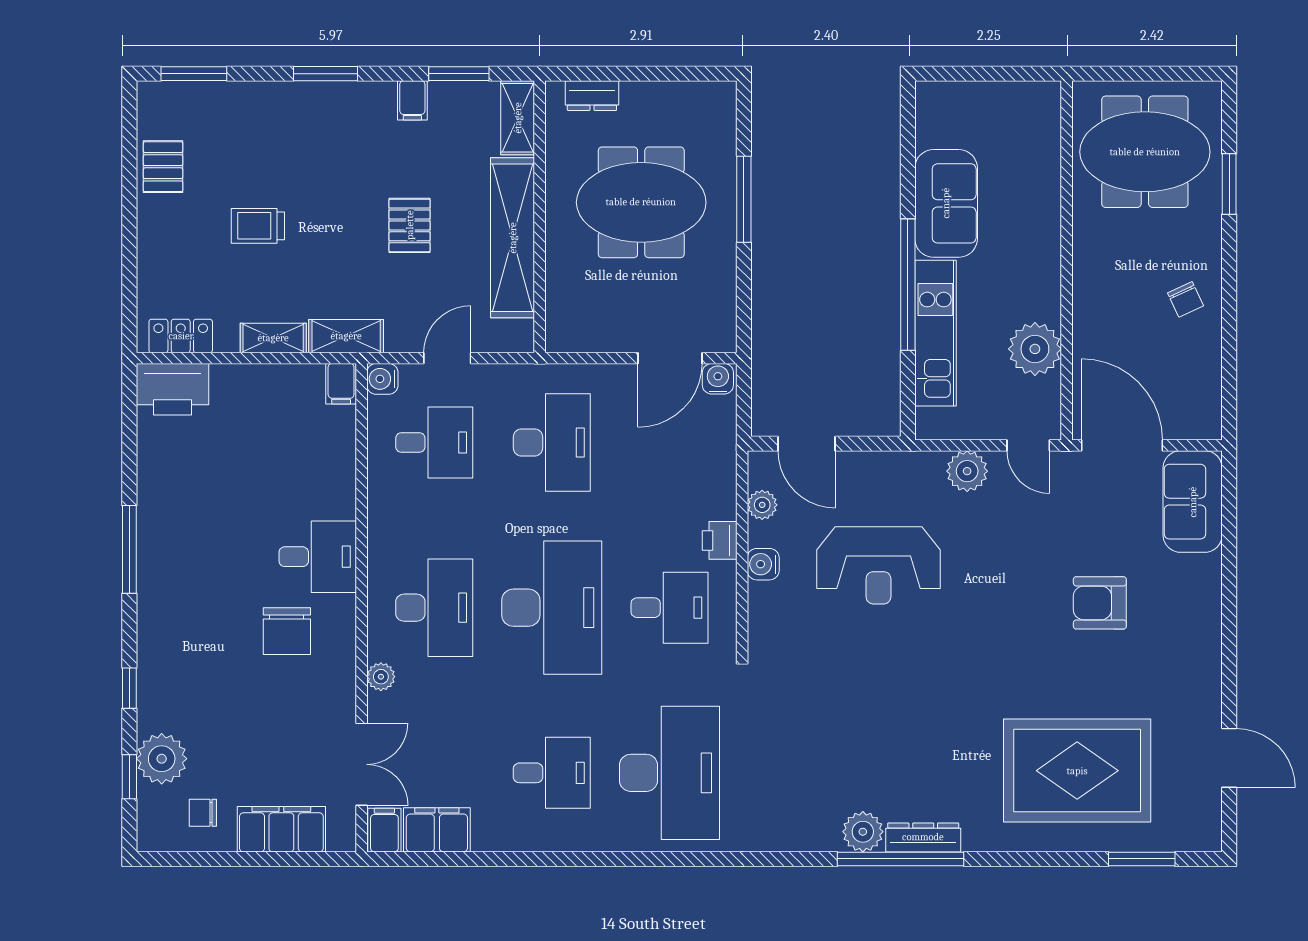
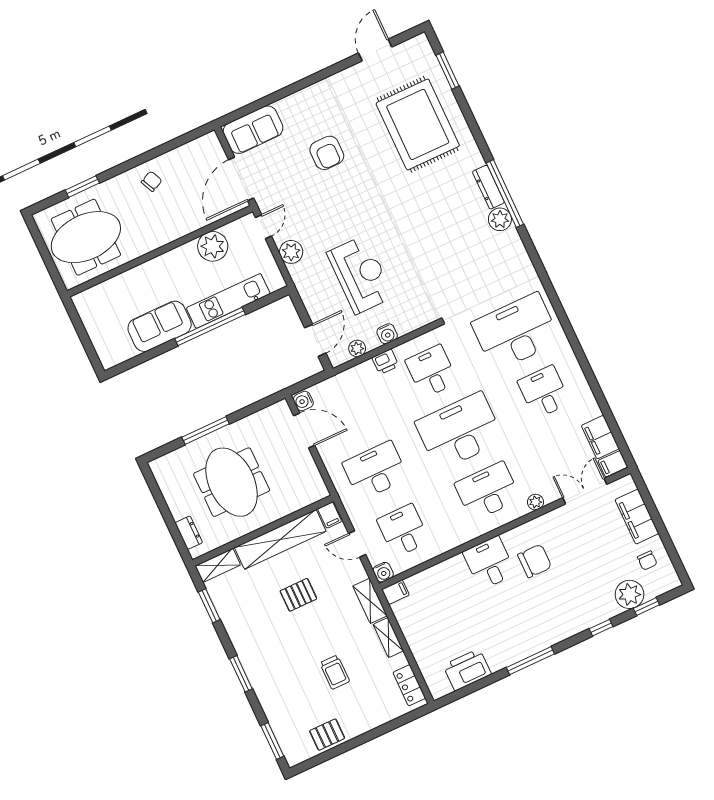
filing cabinet: (412, 100) -> (330, 515), moved, turned 90
meeting table: (1145, 152) -> (86, 237), turned 90
printer: (172, 389) -> (467, 670), moved, turned -90

